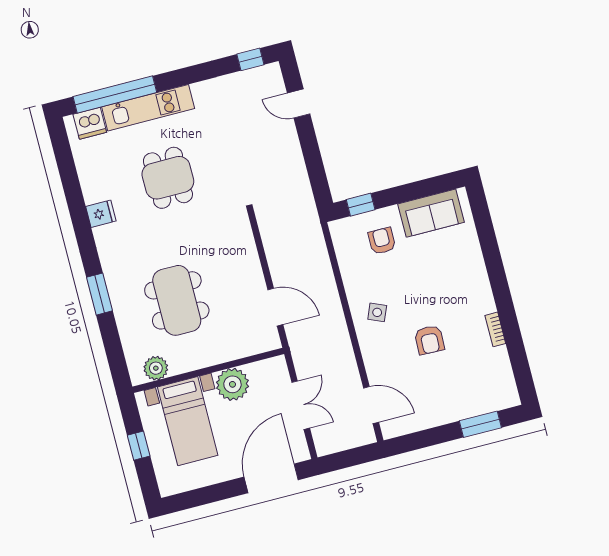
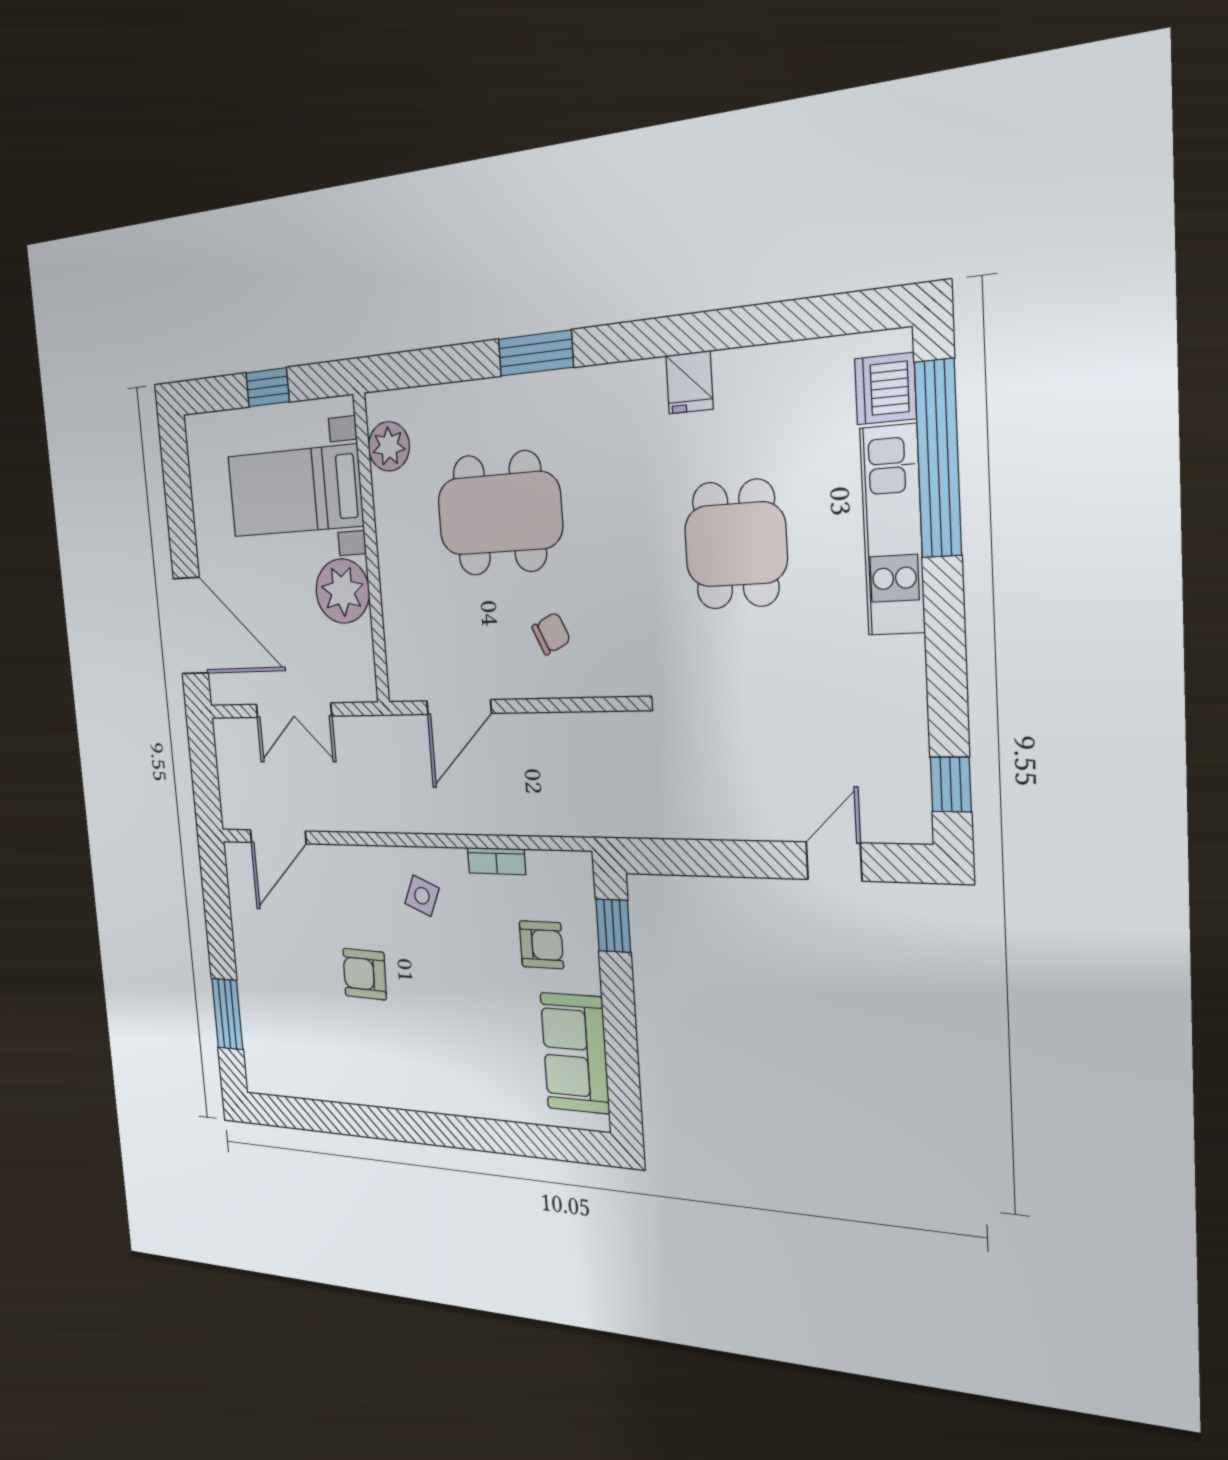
dining table: (168, 178) -> (736, 544), turned 90
chair: (228, 263) -> (551, 634), added
bookcase: (495, 329) -> (496, 861), moved, turned 180

